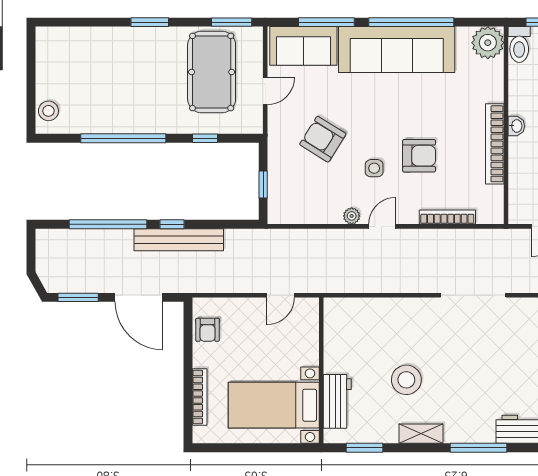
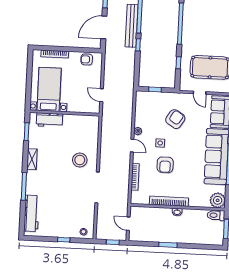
bench: (179, 240) -> (132, 26), moved
stool: (406, 380) -> (80, 160), moved

